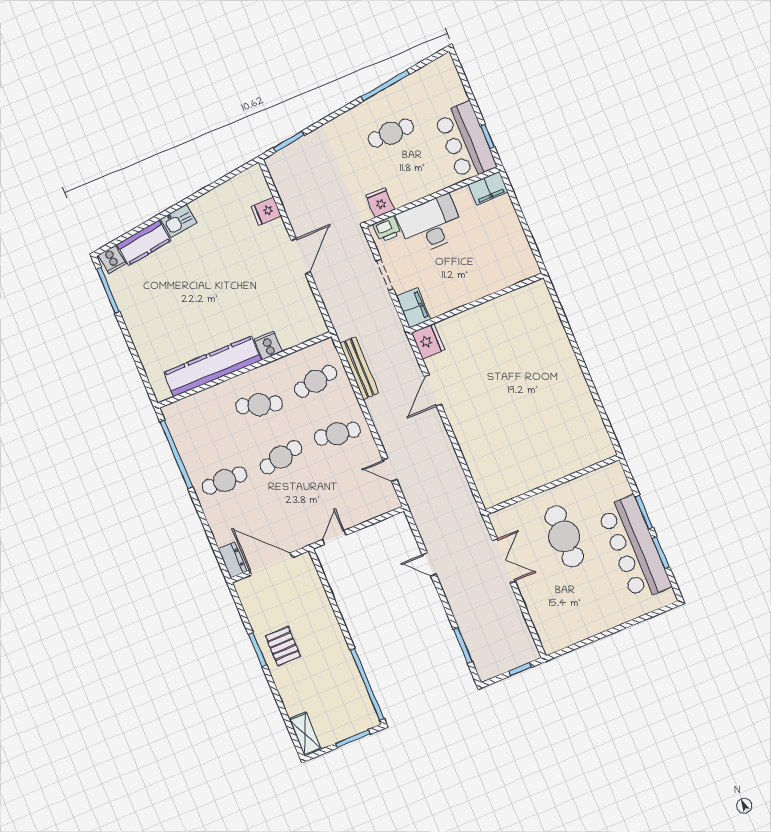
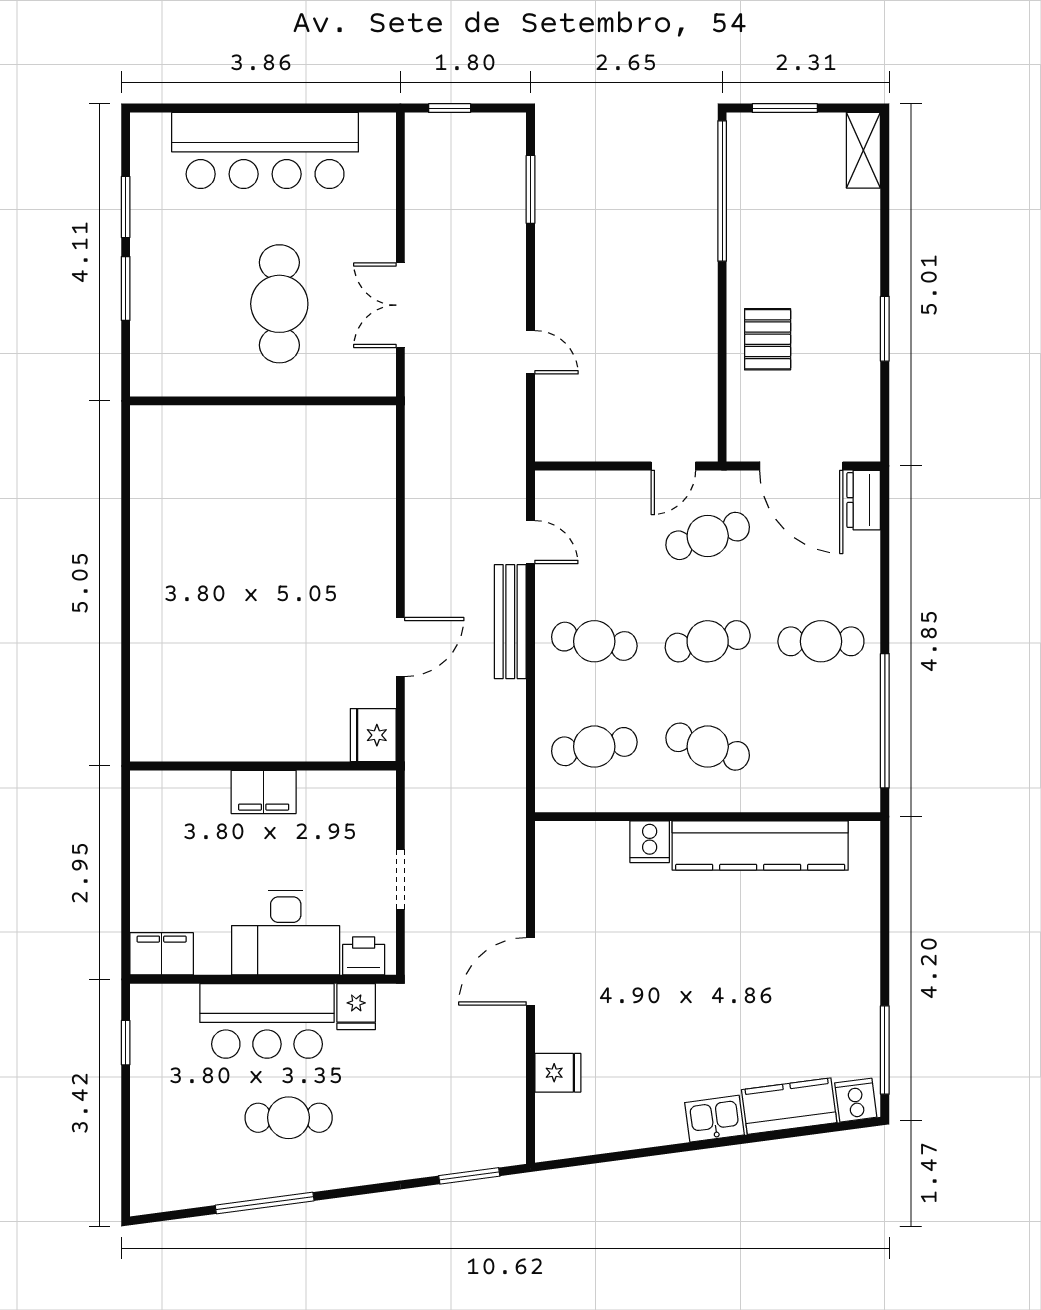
bar counter: (465, 141) -> (267, 1021), moved, turned 90
filing cabinet: (413, 308) -> (264, 792), moved, turned -90
bench: (359, 368) -> (510, 622), moved
cafe table: (303, 510) -> (708, 536), added
bar counter: (634, 548) -> (265, 150), moved, turned 90
pallet: (283, 646) -> (768, 339), moved

